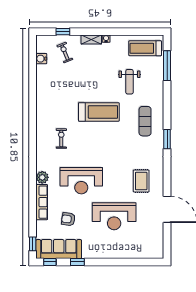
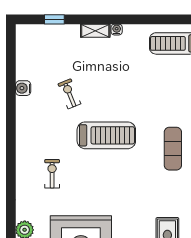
exercise bike: (65, 53) -> (69, 94), moved
water cooler: (41, 59) -> (23, 88), moved
weight bench: (129, 82) -> (151, 92), removed

